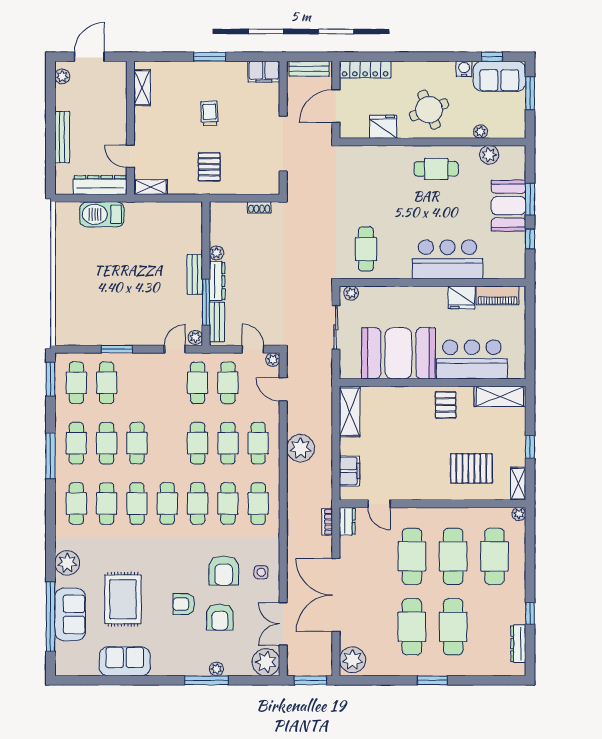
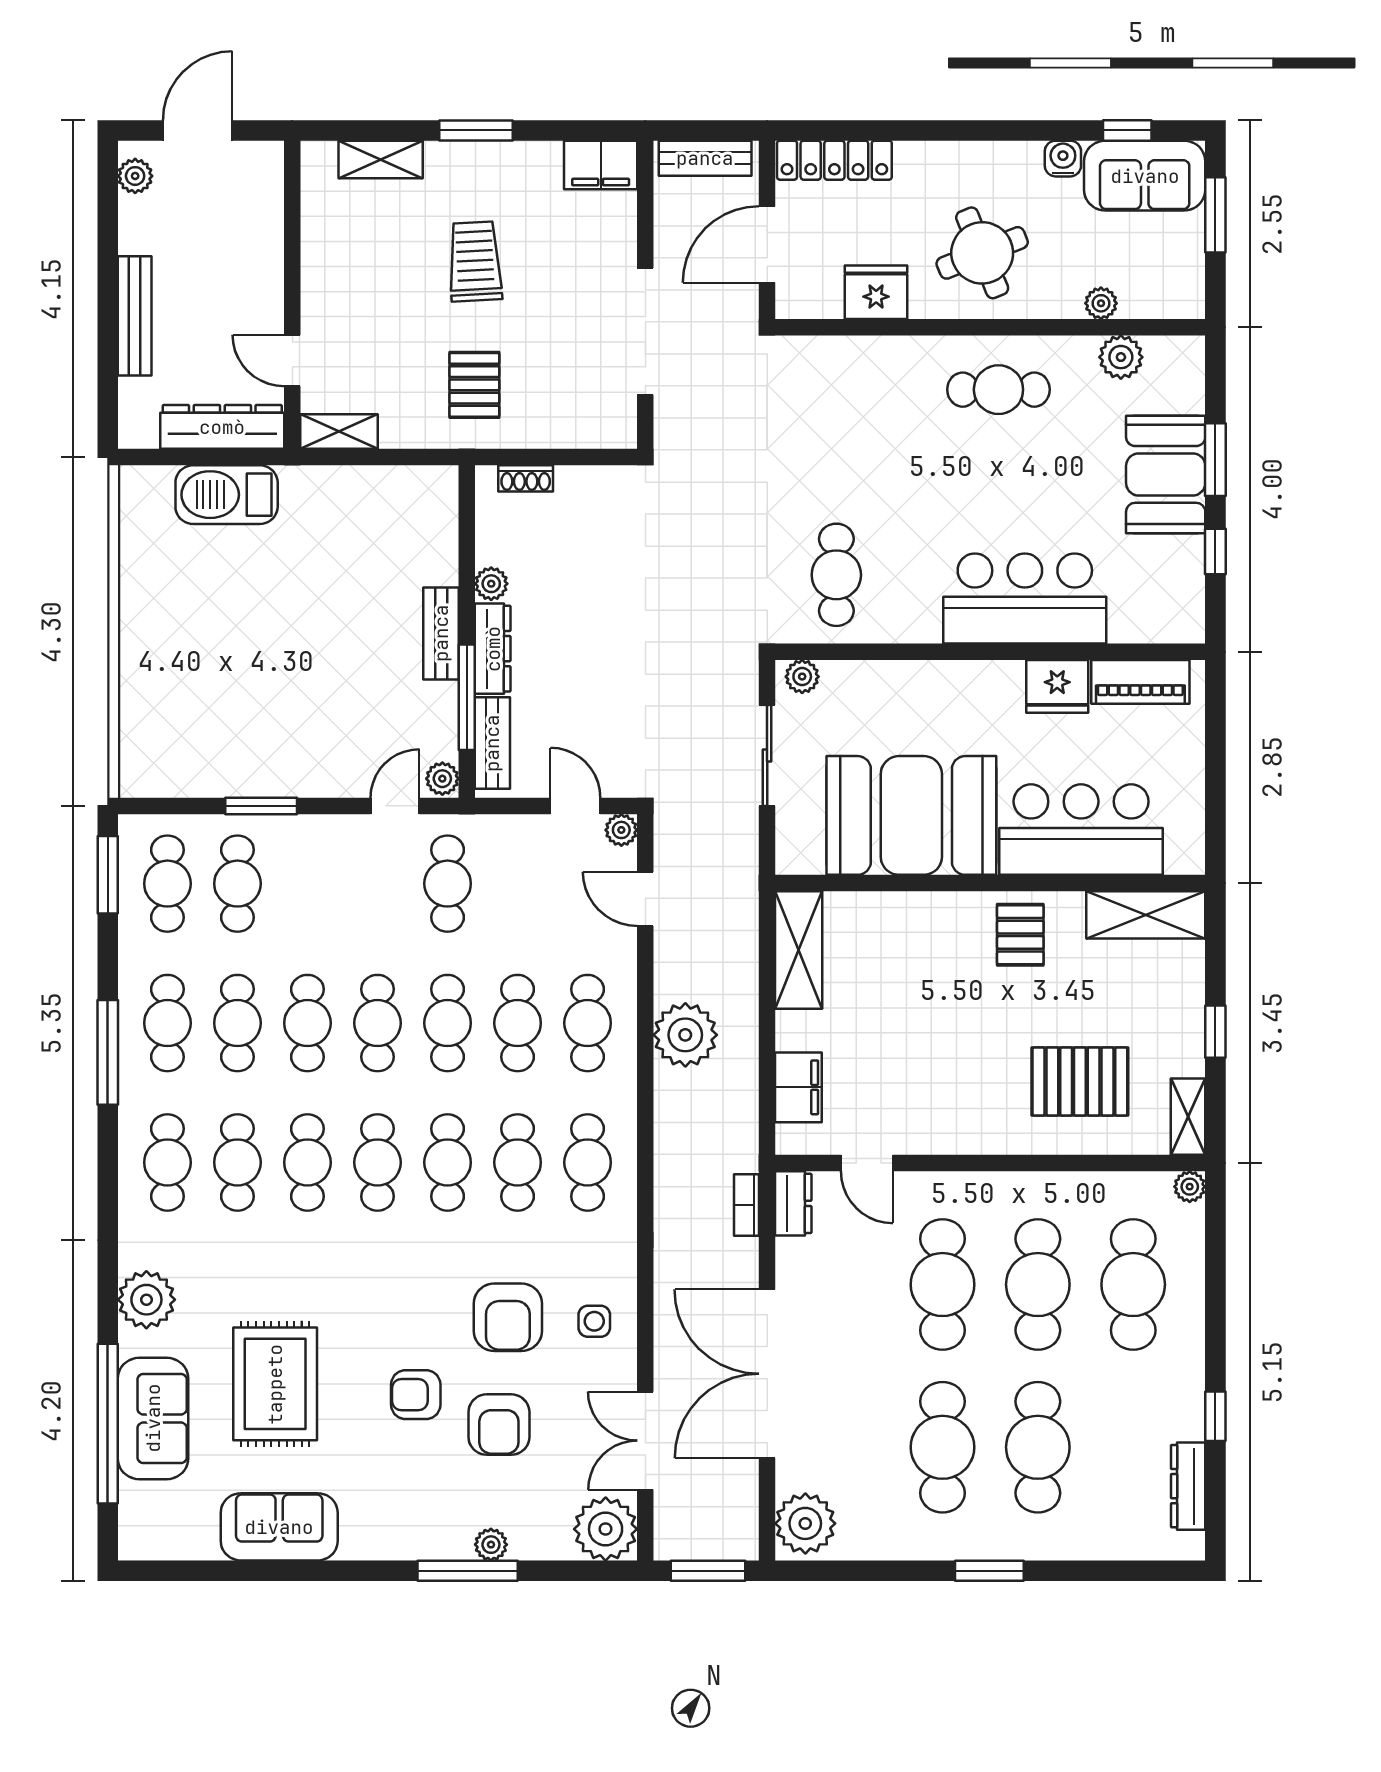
shelving: (142, 88) -> (381, 159), moved, turned 90
trolley: (209, 113) -> (475, 261), width x1.36, depth x1.39
shoe rack: (259, 207) -> (526, 478), moved
cafe table: (228, 383) -> (378, 1023), moved

